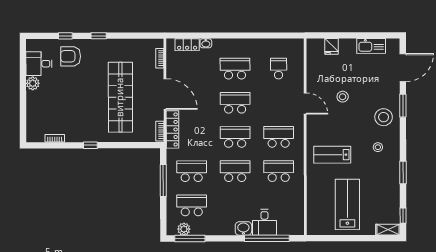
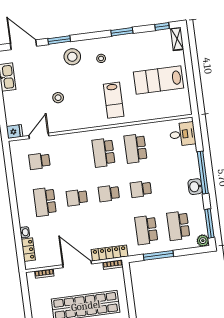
fridge: (331, 46) -> (15, 132), moved
door: (165, 94) -> (77, 264), hinge flipped
school desk: (235, 103) -> (77, 198), width x0.54
door: (305, 103) -> (39, 136), moved
school desk: (235, 137) -> (109, 193), width x0.54
school desk: (235, 171) -> (141, 189), width x0.54
desk: (264, 222) -> (182, 134), moved
washbasin: (243, 228) -> (195, 187), moved
plant: (184, 229) -> (203, 241), moved
window: (267, 238) -> (203, 172), moved

